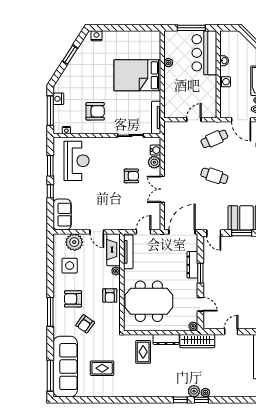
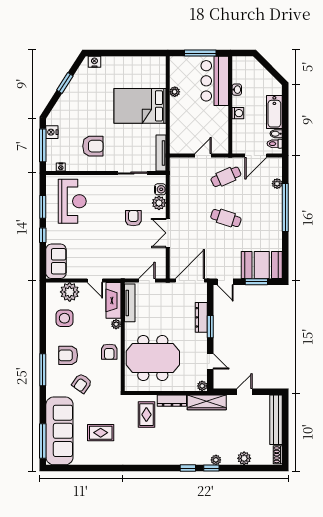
door: (241, 120) -> (256, 156), hinge flipped
armchair: (131, 176) -> (133, 218), turned -90
plant: (194, 391) -> (244, 458), moved

